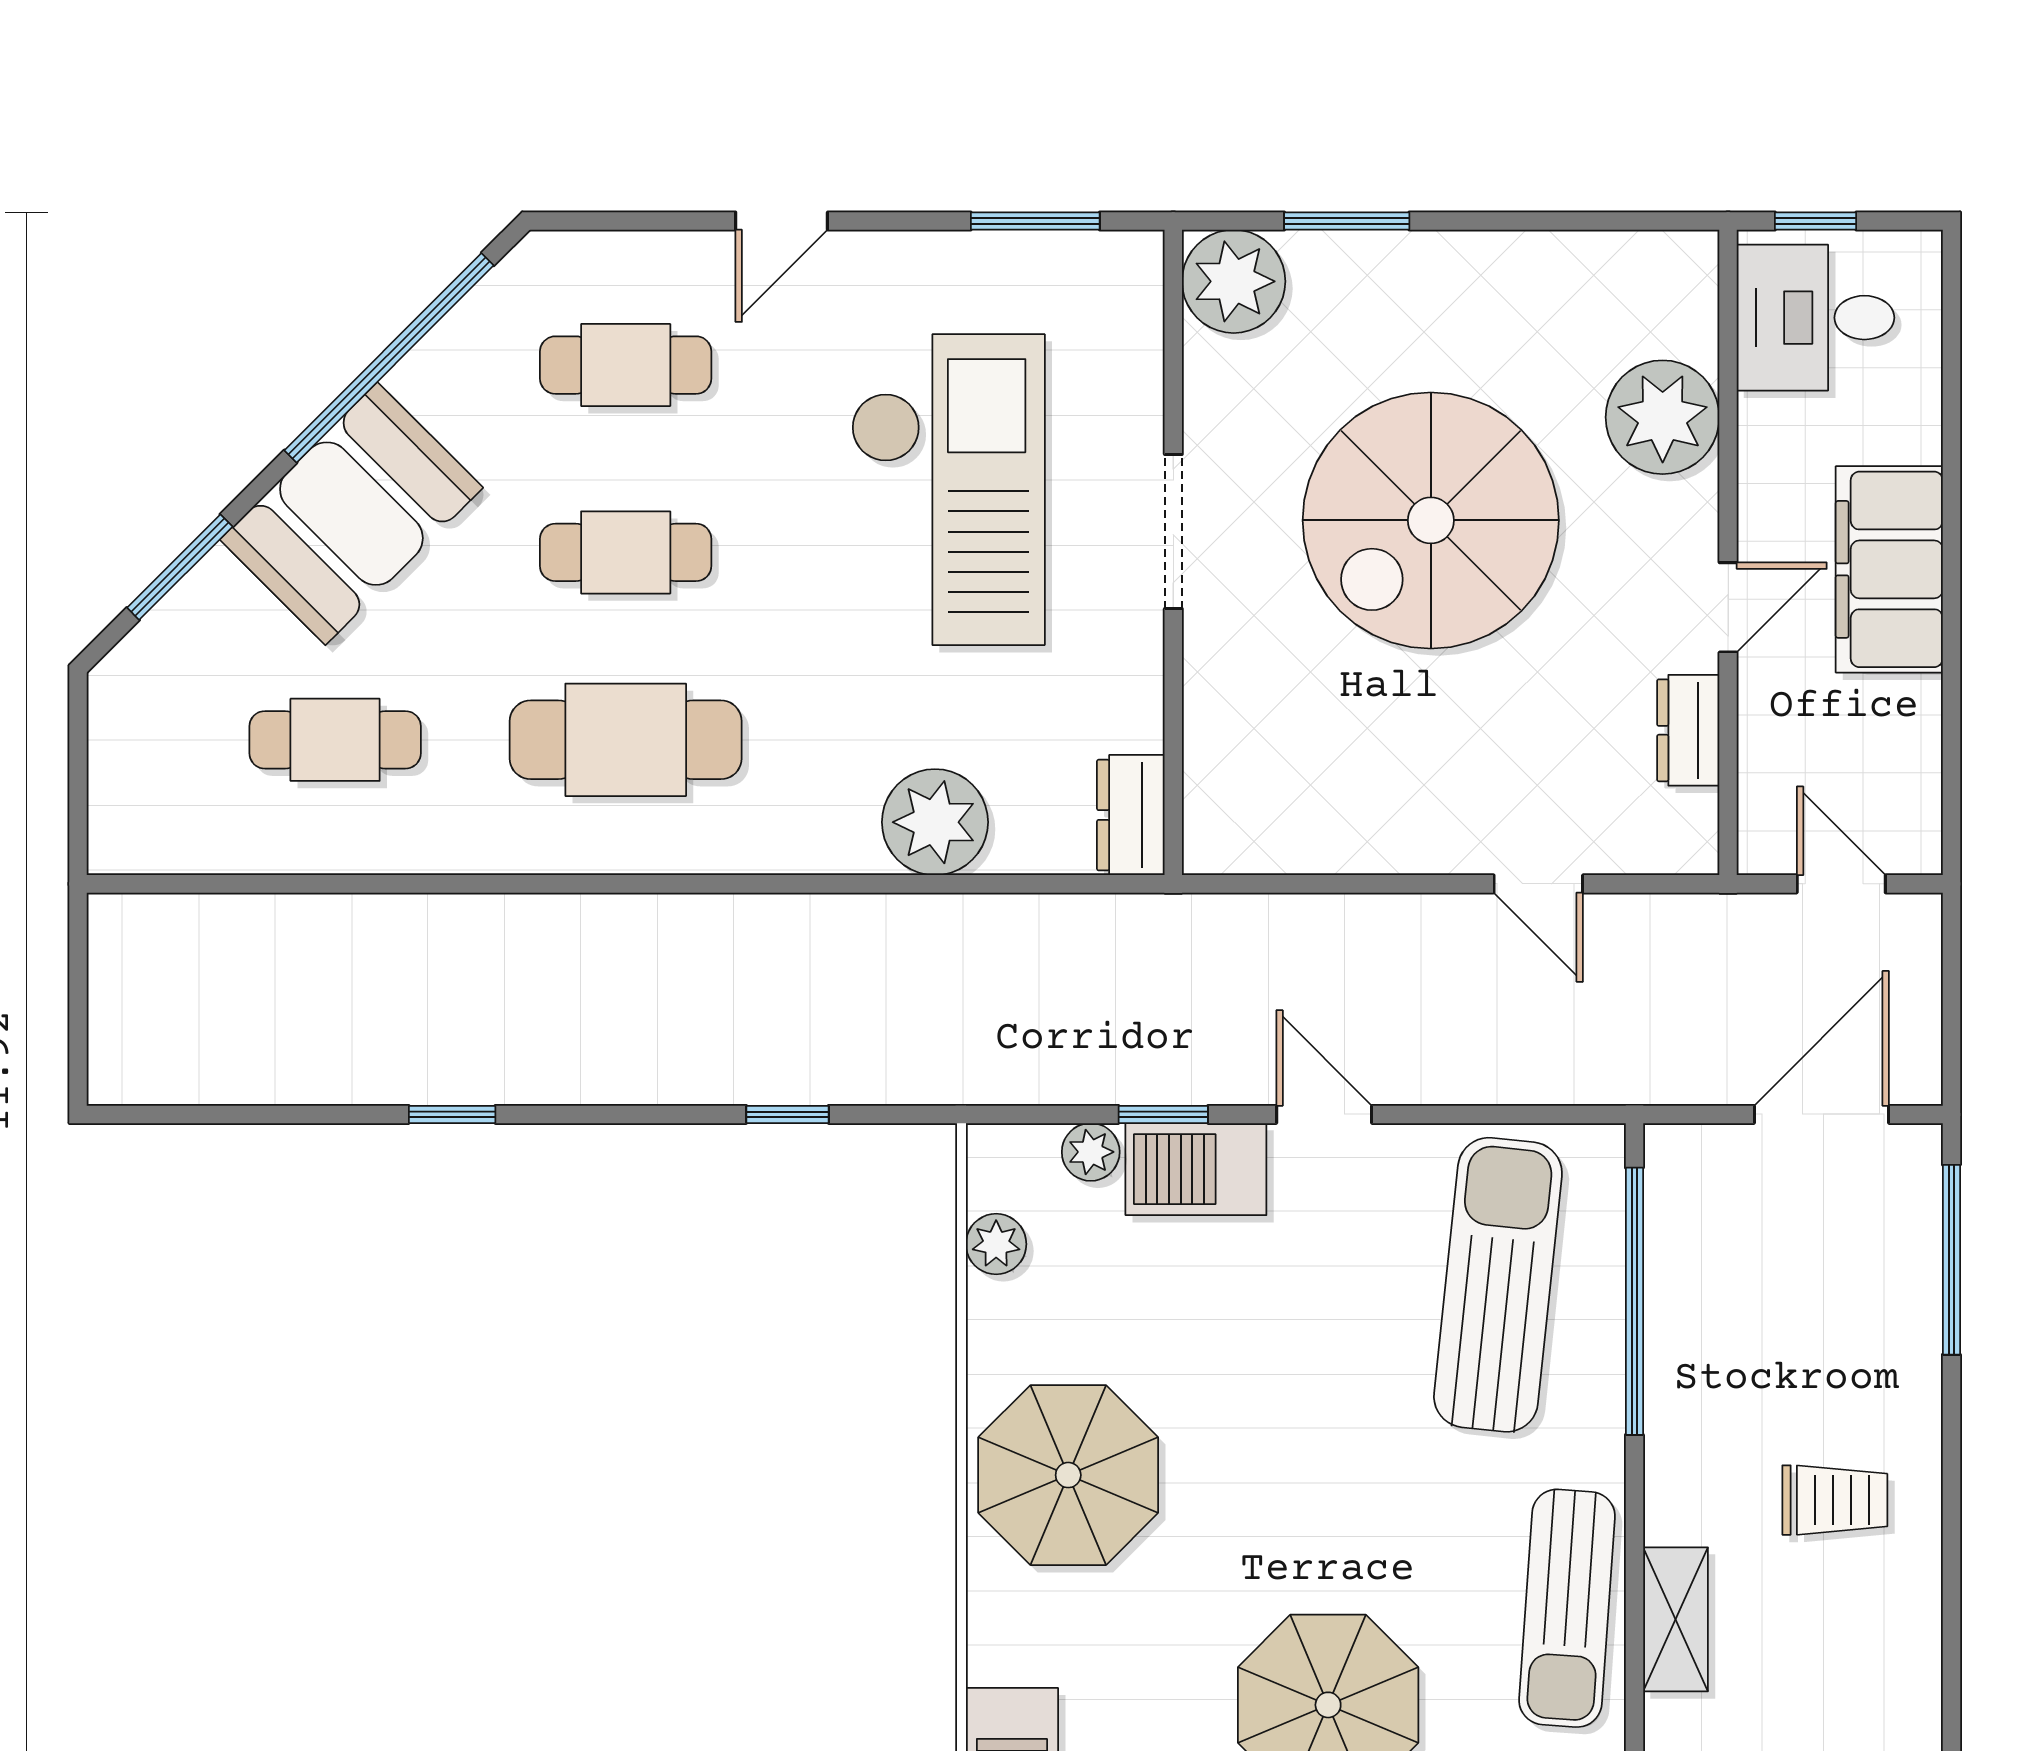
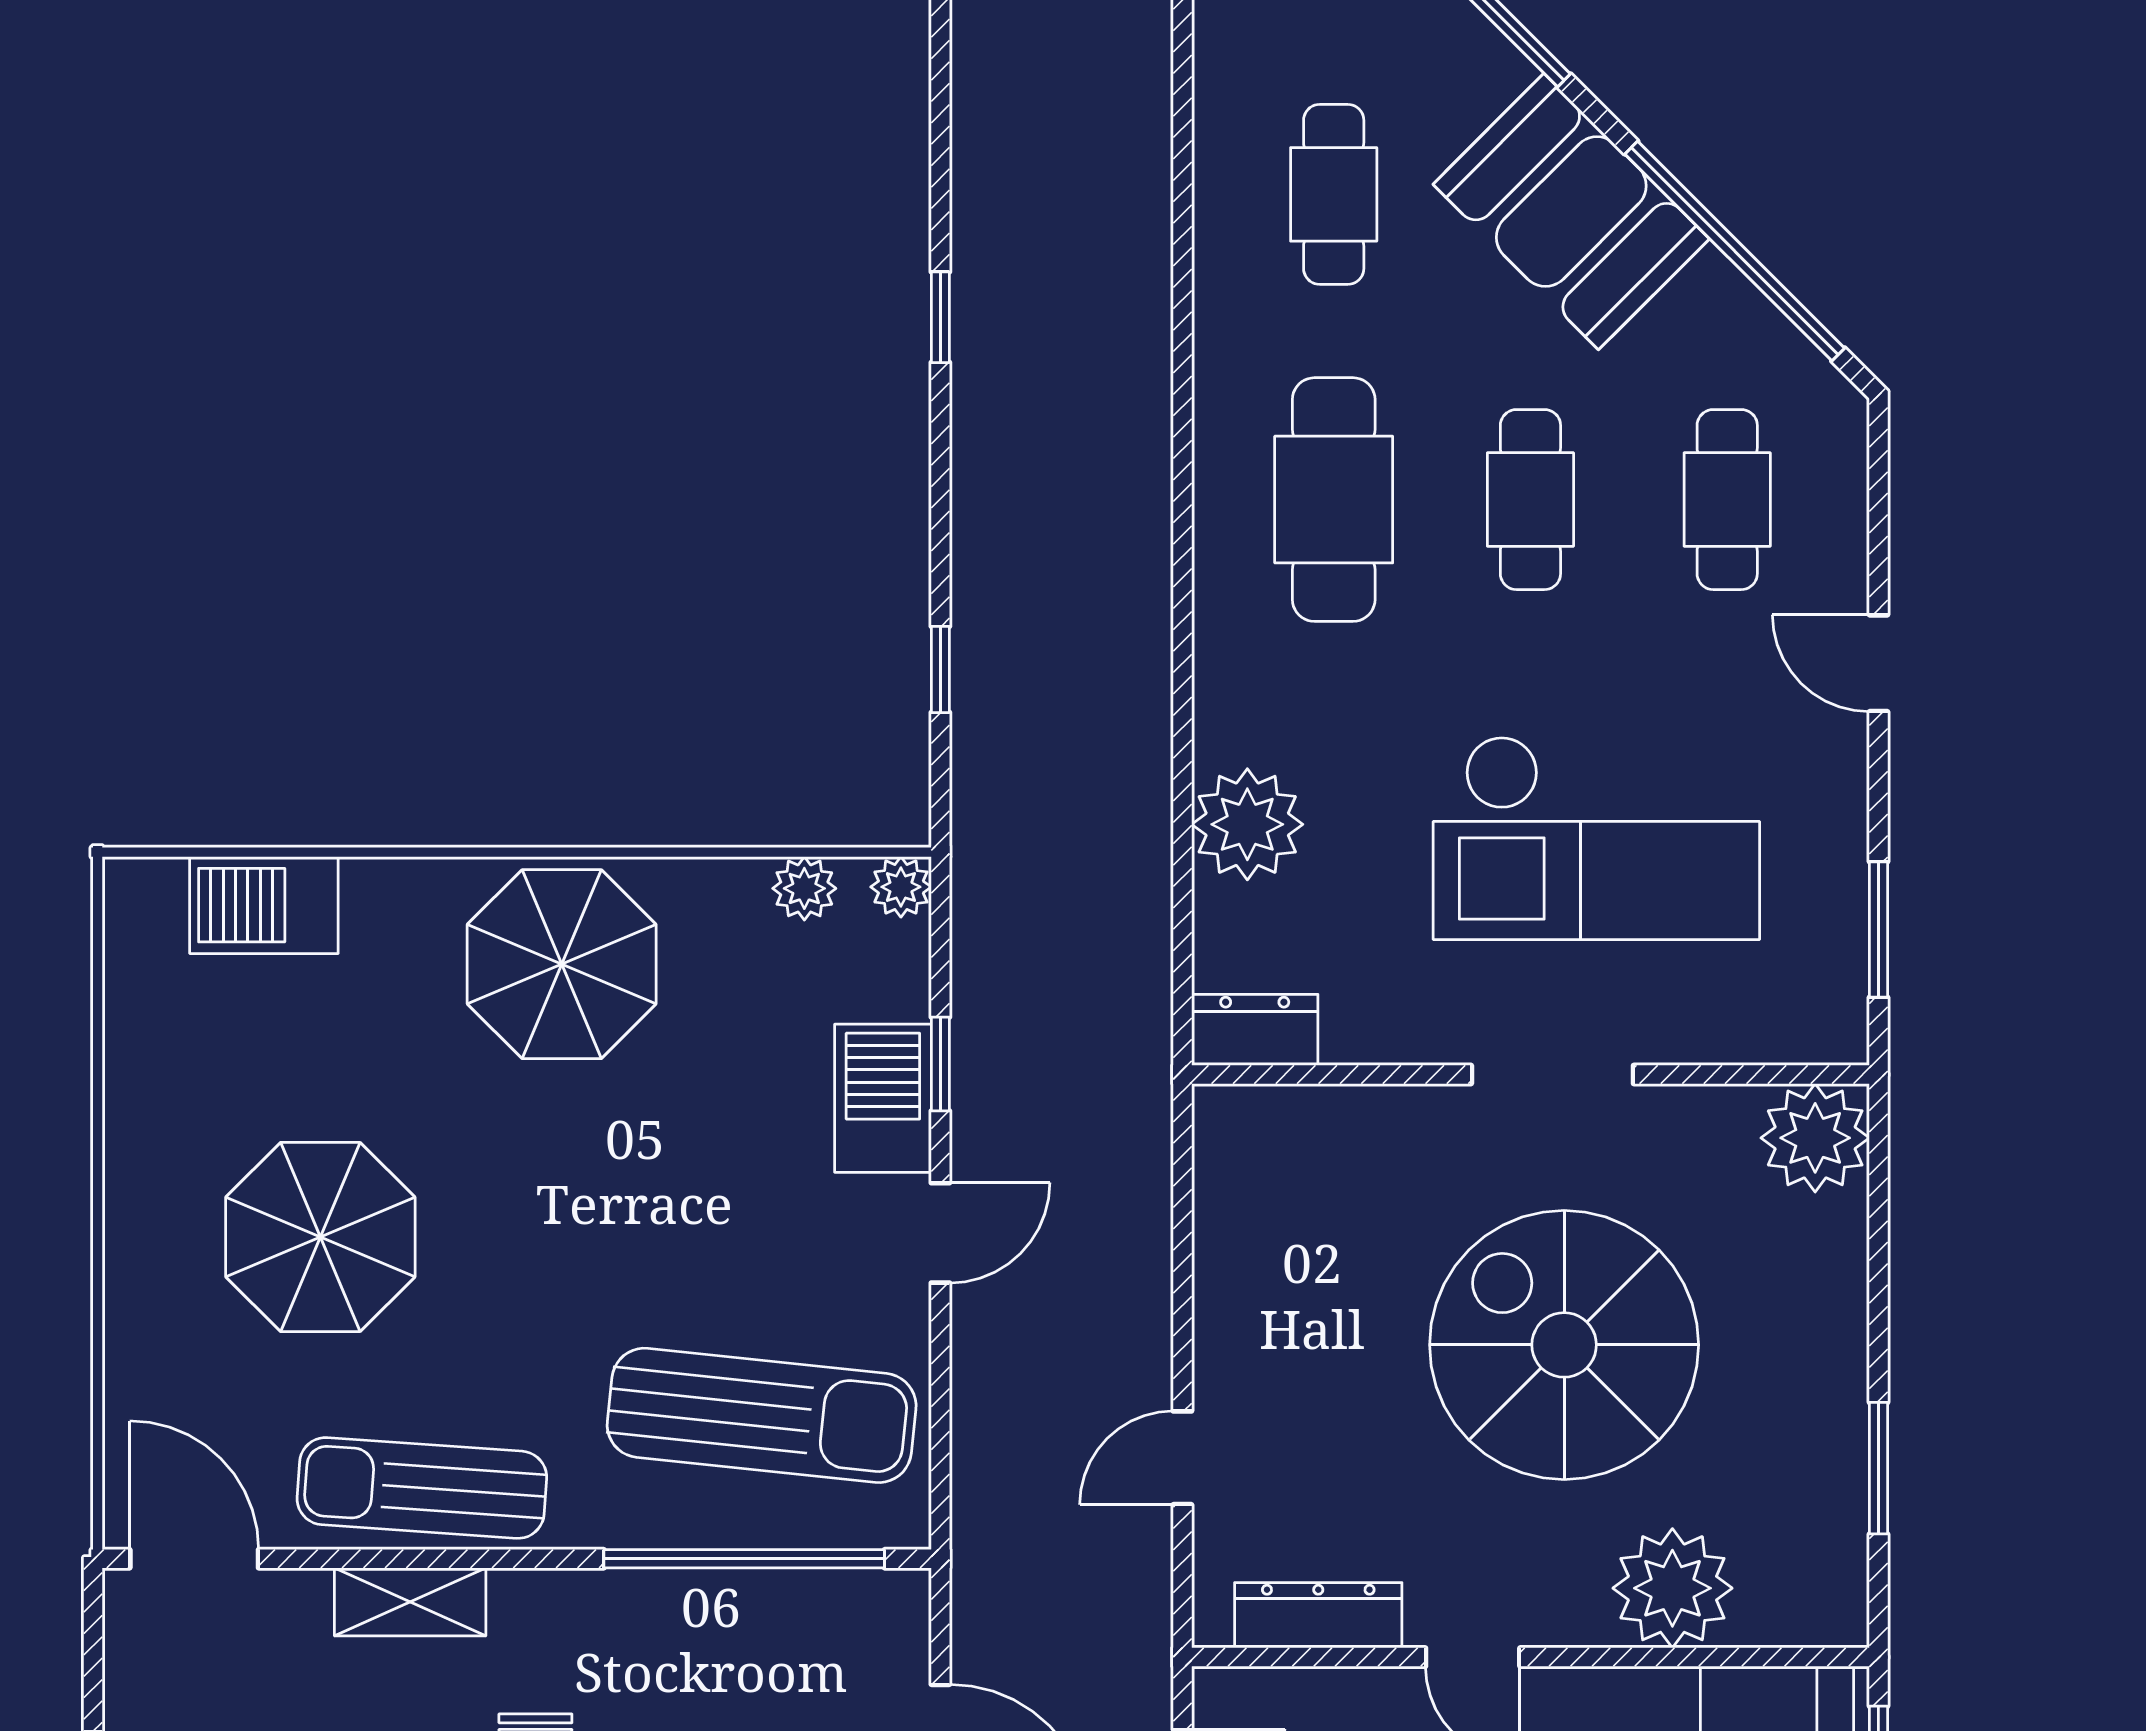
window: (1347, 221) -> (1878, 1468), moved
dresser: (1688, 730) -> (1318, 1615), width x1.44
plant: (1091, 1152) -> (901, 887), moved

